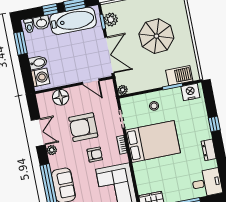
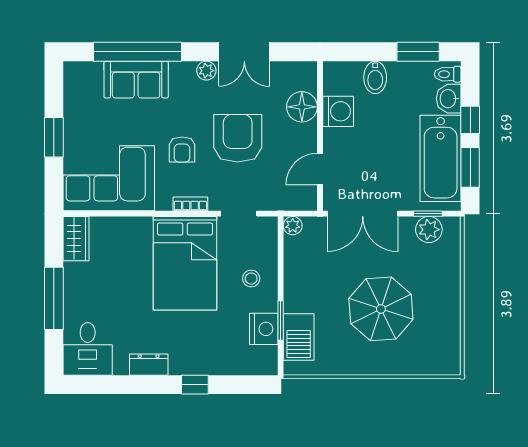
washing machine: (40, 77) -> (338, 111), moved, turned -90
nightstand: (190, 92) -> (264, 329), moved

